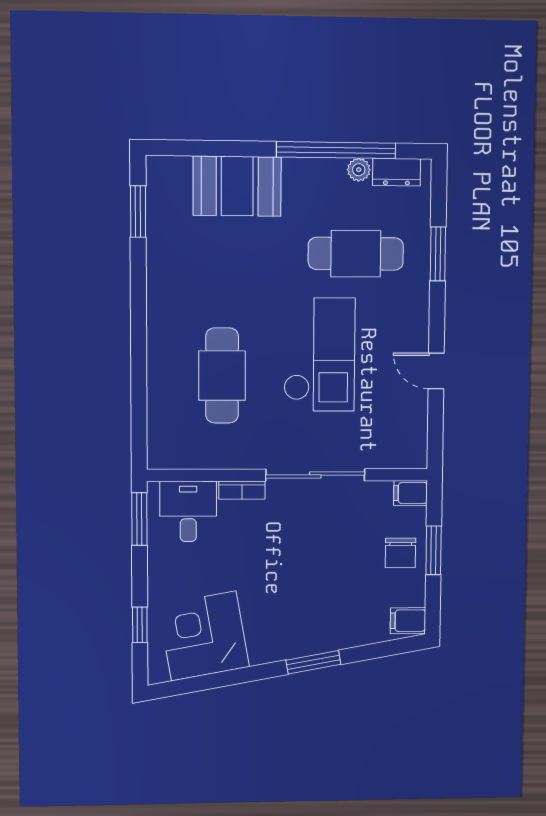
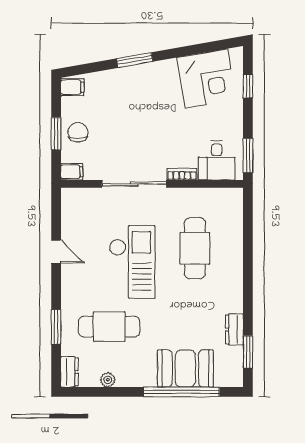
window: (336, 150) -> (181, 392), moved
dresser: (397, 172) -> (69, 372), moved, turned 90
dresser: (160, 248) -> (234, 329), added
checkout: (319, 354) -> (132, 262), turned 180

